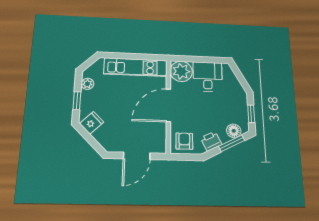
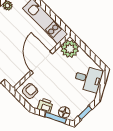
desk: (208, 77) -> (88, 79), moved, turned 61
door: (168, 105) -> (42, 62), hinge flipped

